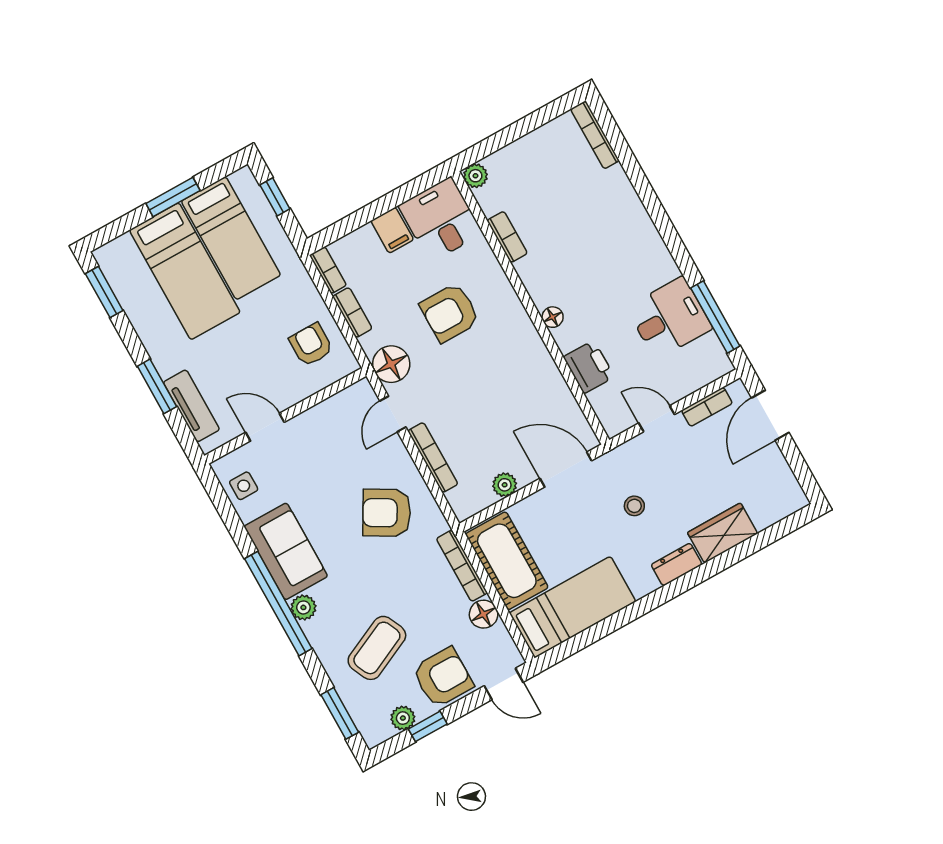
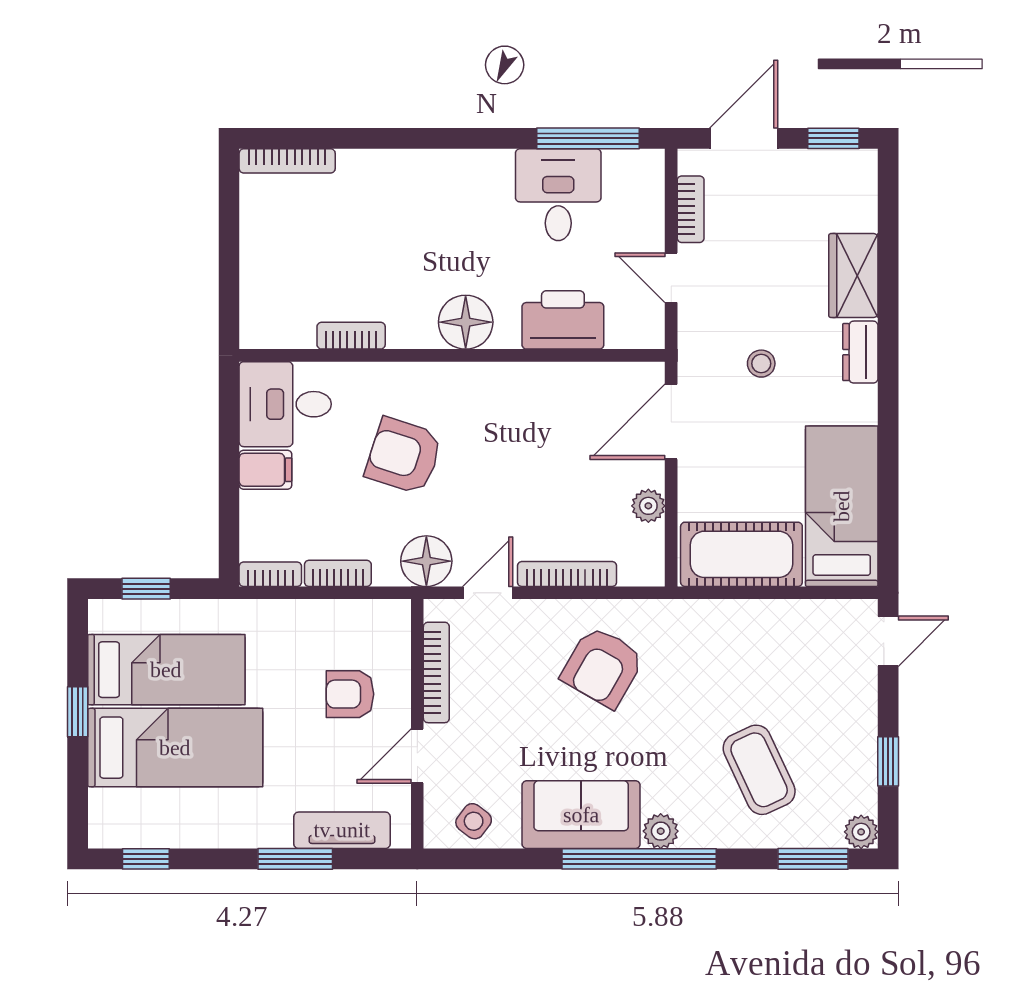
plant: (475, 176) -> (256, 333), removed
window: (173, 197) -> (78, 712), width x0.67
window: (104, 292) -> (146, 859), width x0.67
armchair: (450, 313) -> (404, 456), turned 108
floor lamp: (553, 317) -> (466, 322), width x1.89, depth x1.89
armchair: (311, 345) -> (350, 694), moved
printer: (589, 367) -> (563, 320), width x1.37, depth x1.19
door: (393, 414) -> (488, 593), swing flipped
door: (770, 415) -> (744, 138), swing flipped
door: (657, 419) -> (671, 278), hinge flipped
window: (802, 472) -> (833, 138), added
side table: (244, 486) -> (474, 821), turned 37
bookcase: (462, 566) -> (436, 672), moved, turned -90
floor lamp: (484, 614) -> (790, 618), removed
armchair: (443, 677) -> (839, 710), removed
plant: (403, 718) -> (861, 832), moved

